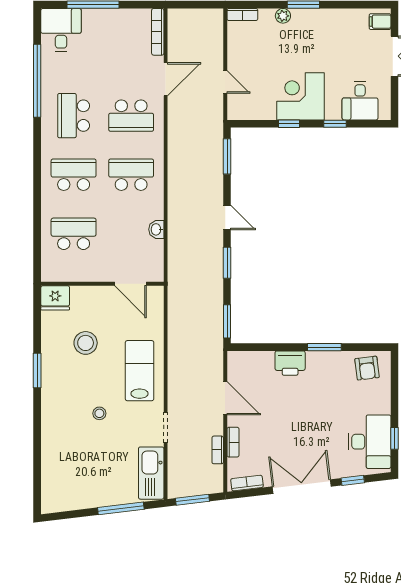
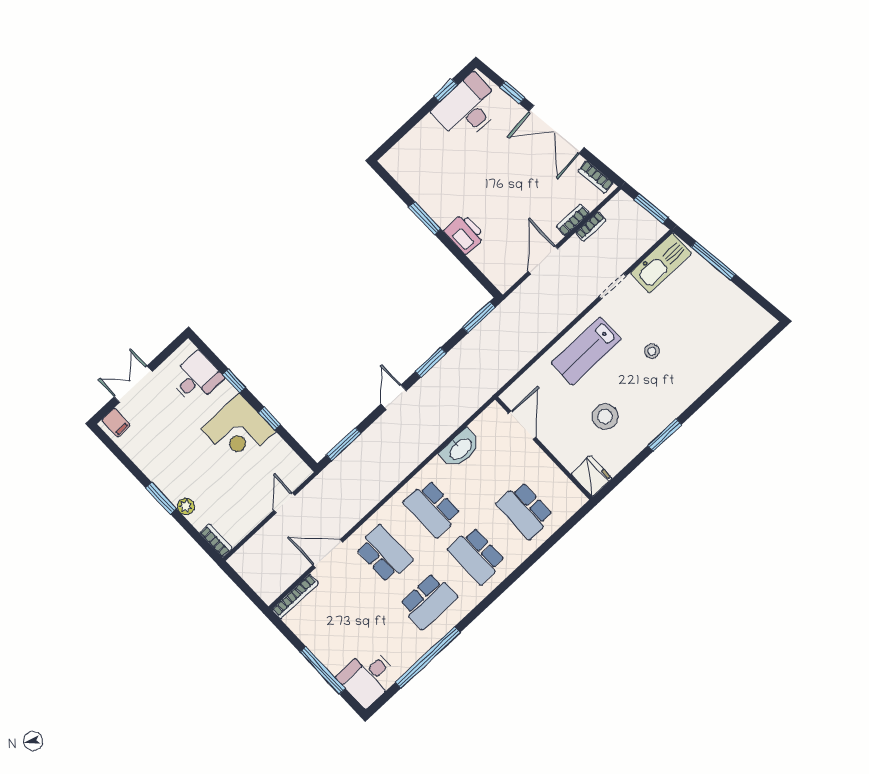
washbasin: (156, 229) -> (460, 449), width x1.91, depth x1.45
armchair: (367, 368) -> (409, 167), removed

